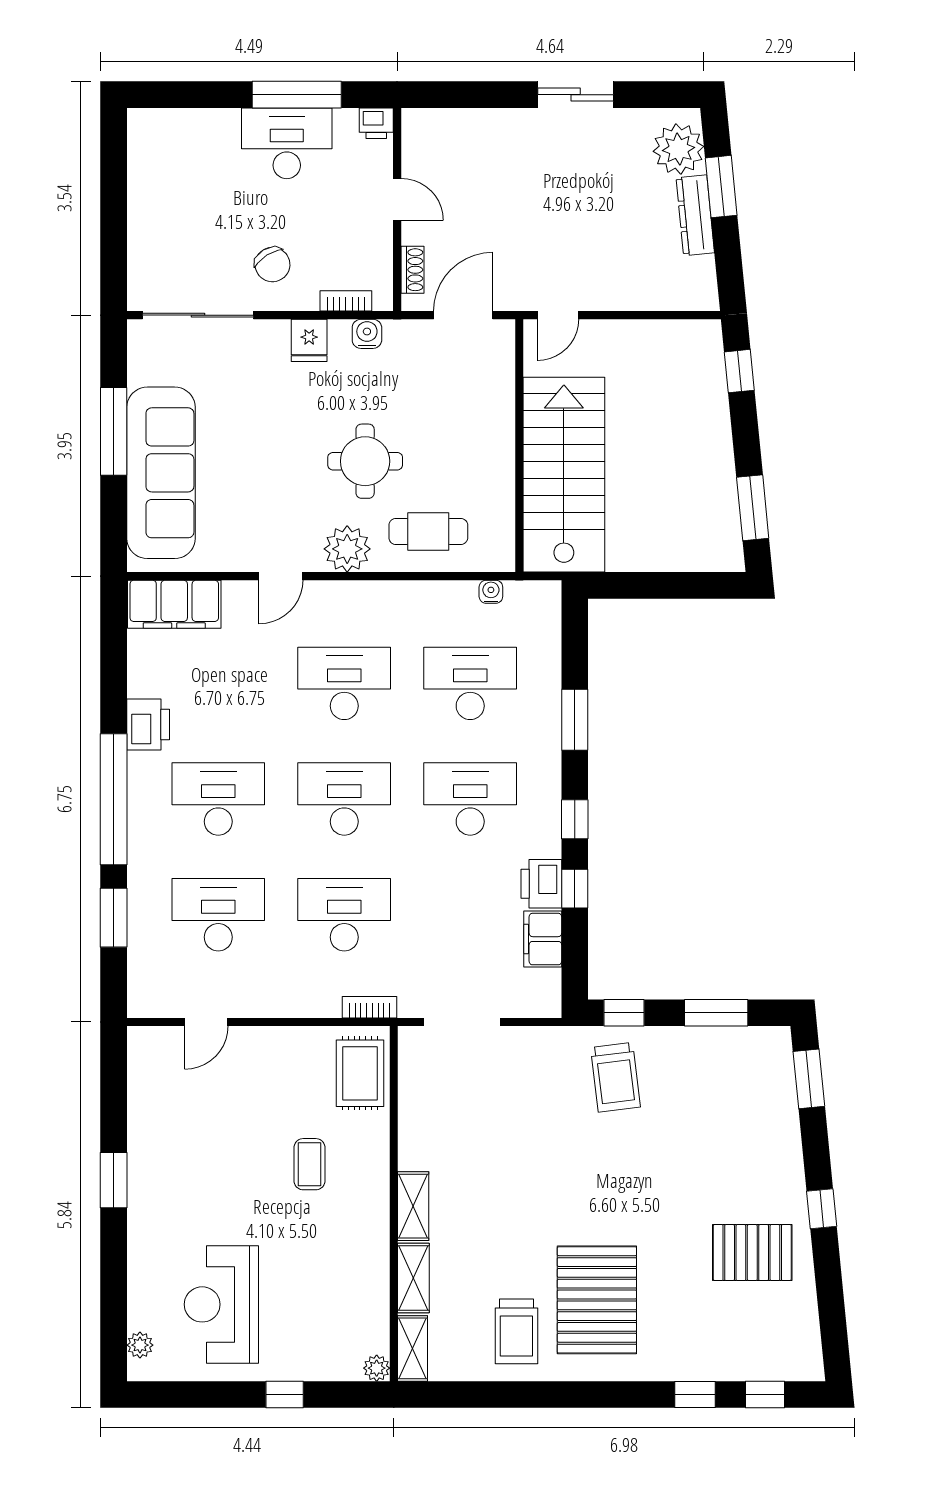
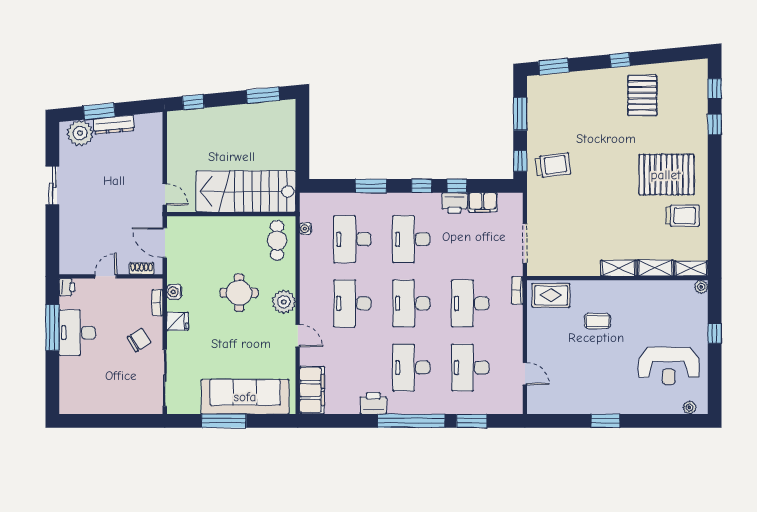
cafe table: (428, 531) -> (277, 240), moved

